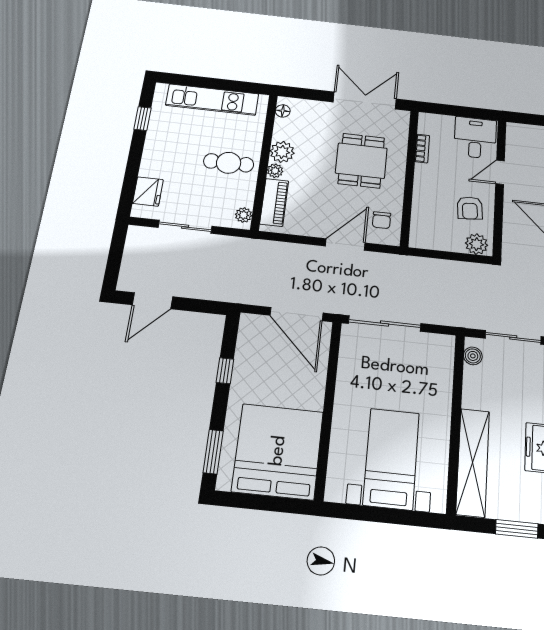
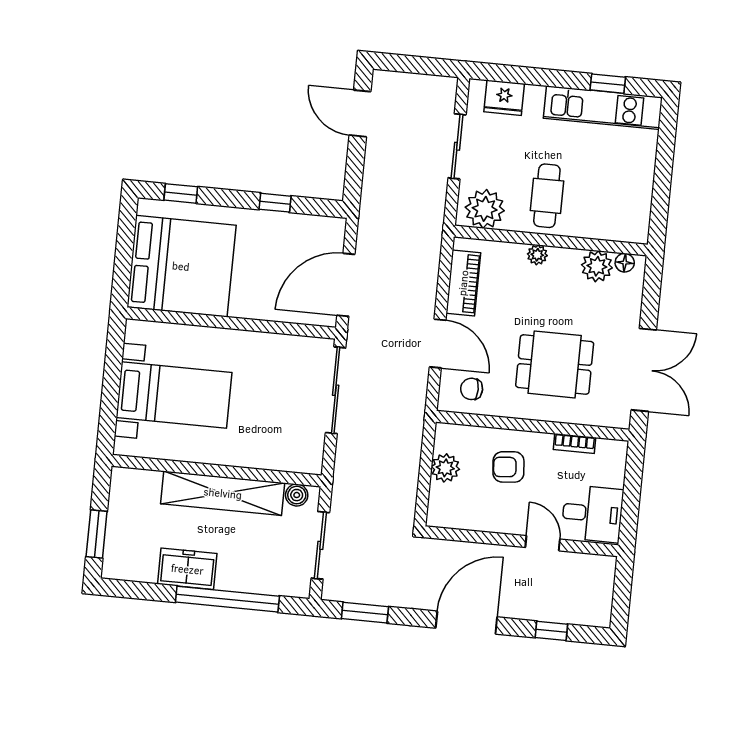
kitchen unit: (212, 100) -> (603, 108), moved, turned -90
plant: (282, 152) -> (597, 266), moved
piano: (274, 202) -> (463, 283), moved, turned -90
armchair: (470, 208) -> (508, 467), moved
plant: (244, 215) -> (485, 209), width x1.88, depth x1.88
plant: (476, 244) -> (445, 468), moved
window: (213, 452) -> (181, 193), width x0.67
shelving: (473, 462) -> (223, 493), moved

